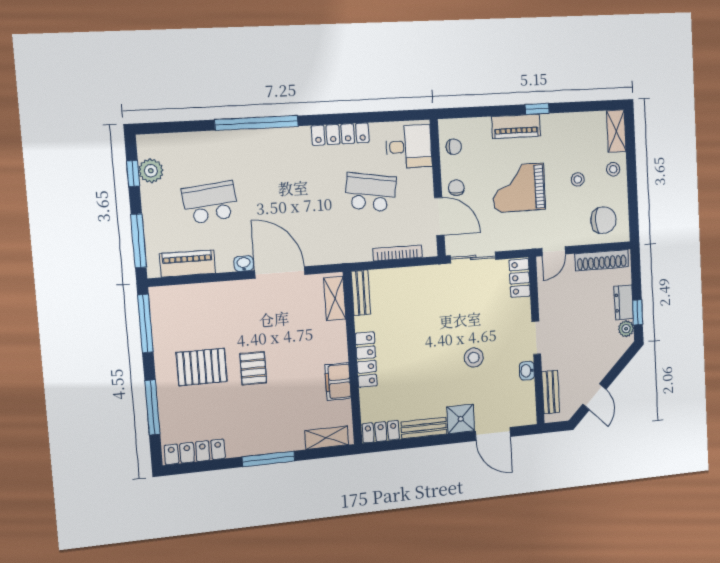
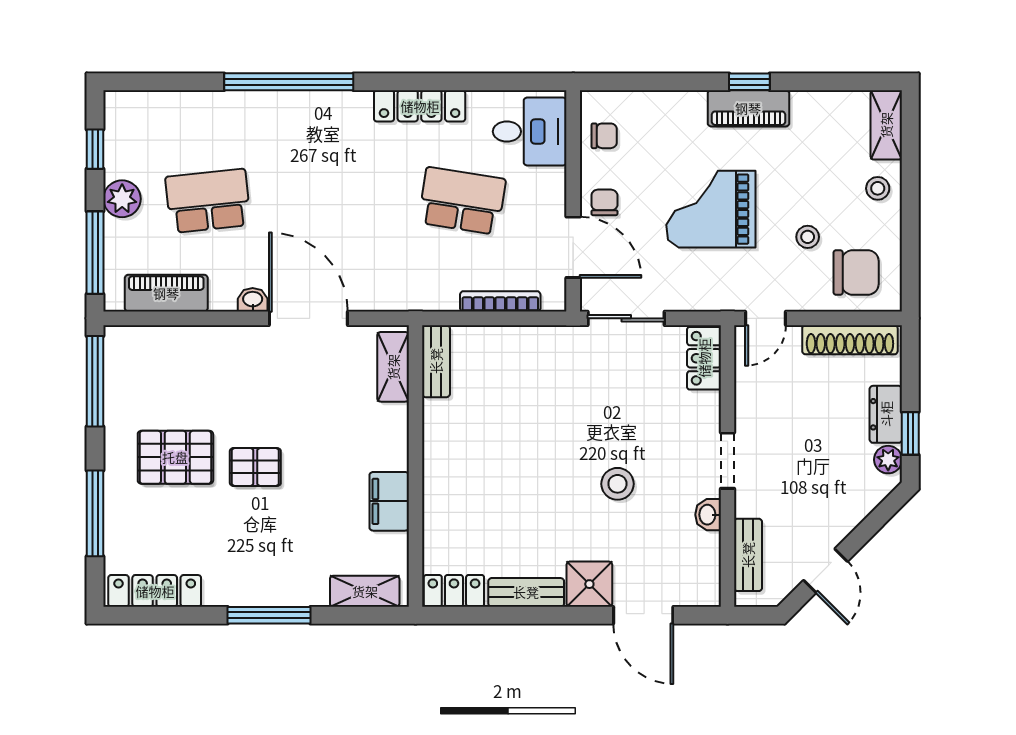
piano: (516, 126) -> (748, 108), moved
plant: (151, 171) -> (122, 199), moved
stool: (578, 179) -> (808, 237), moved
locker: (366, 360) -> (438, 470), removed
pallet: (253, 368) -> (255, 467), turned 90

